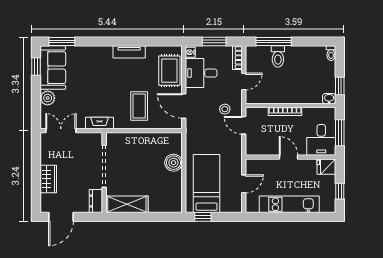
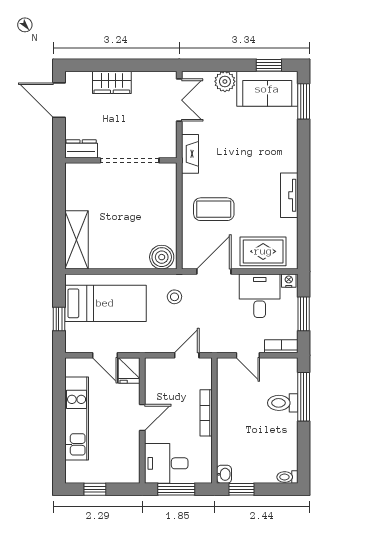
stool: (225, 109) -> (174, 297), moved
boiler: (173, 163) -> (162, 257), moved
fridge: (326, 167) -> (129, 370), moved, turned 180
shelving: (127, 204) -> (76, 240), moved
window: (203, 217) -> (59, 319), moved

